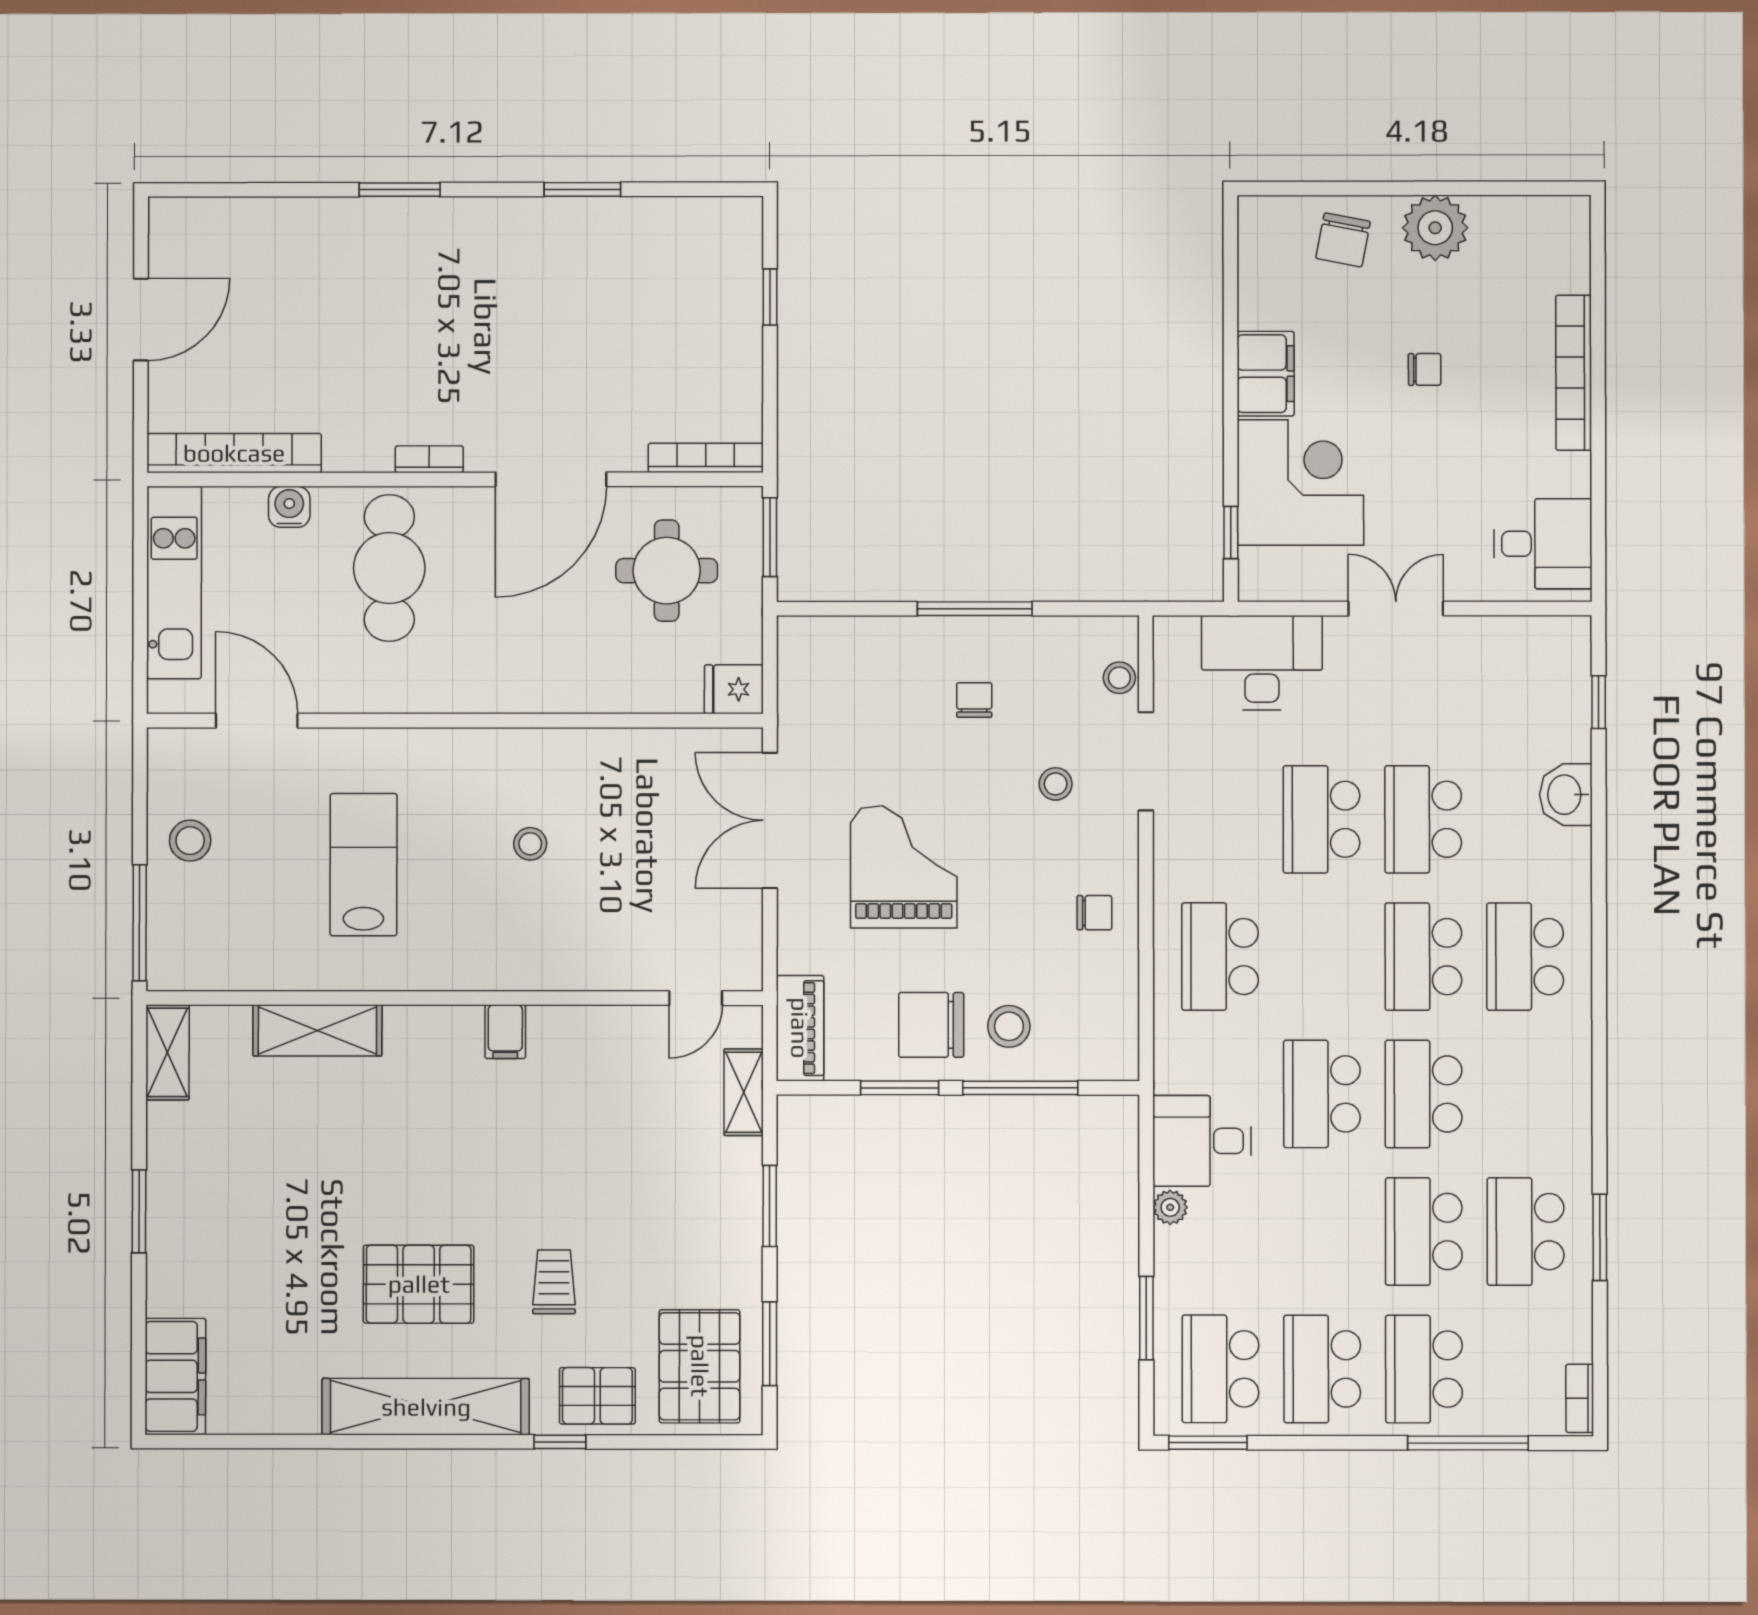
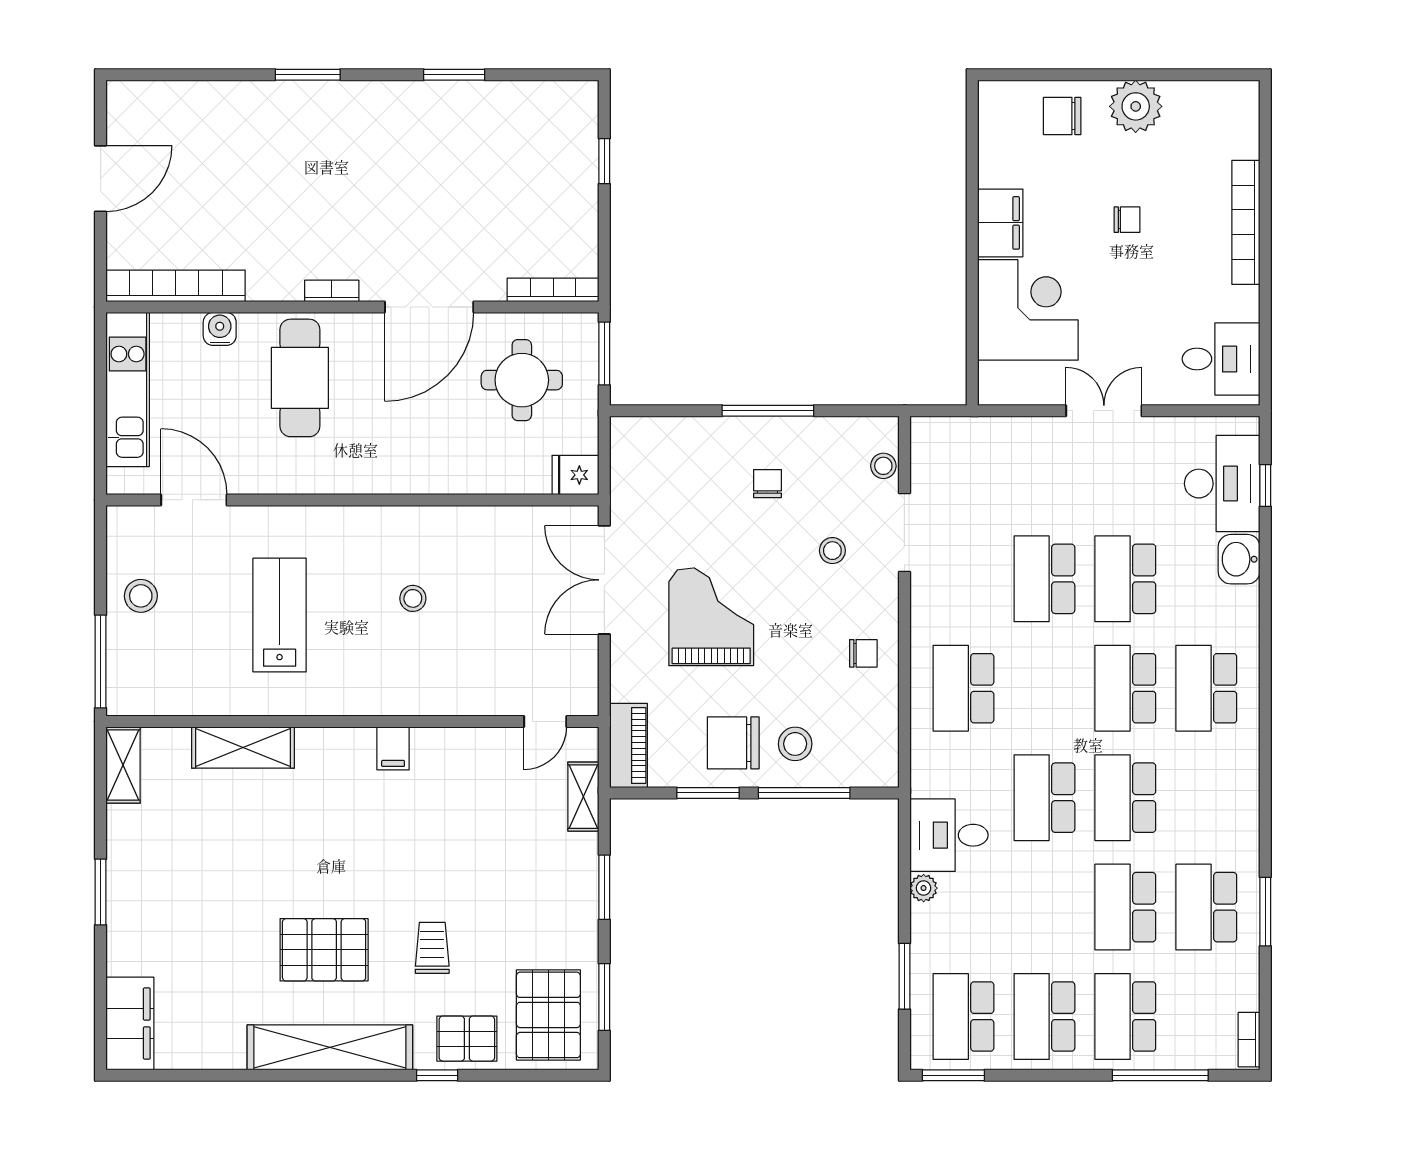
chair: (1343, 240) -> (1062, 116), turned 79
window: (1231, 532) -> (972, 350), removed
desk: (1262, 663) -> (1222, 484), moved, turned 90

